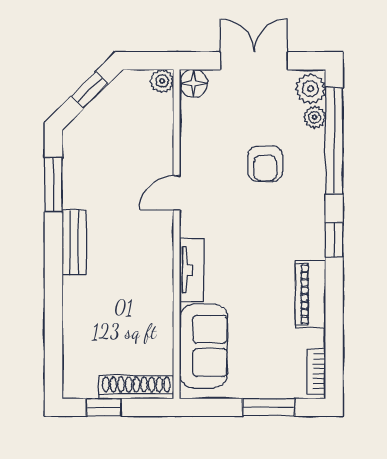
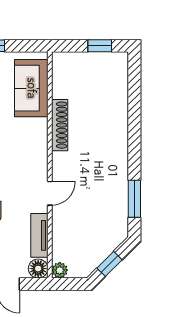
bench: (74, 242) -> (120, 159), removed
tv unit: (192, 270) -> (39, 235), moved
shoe rack: (136, 387) -> (60, 125), moved, turned -90

